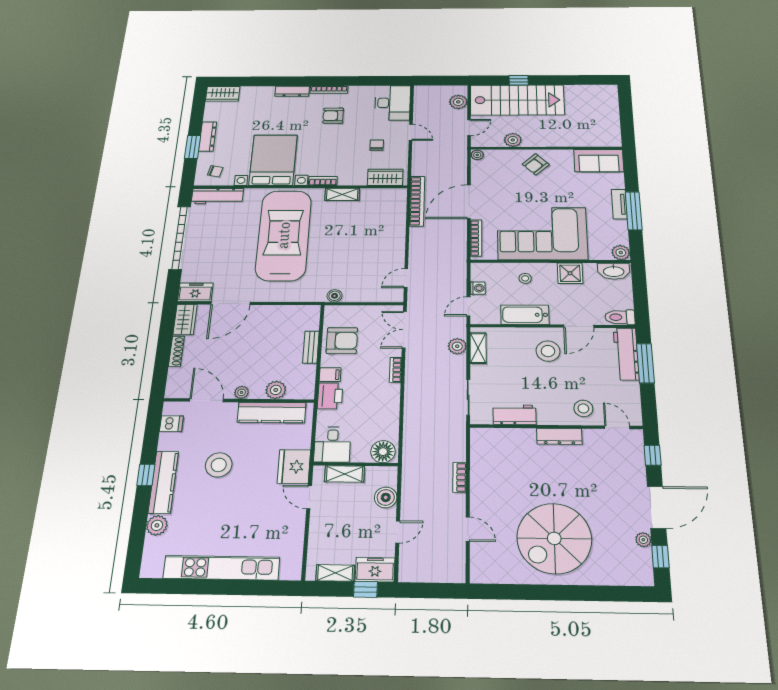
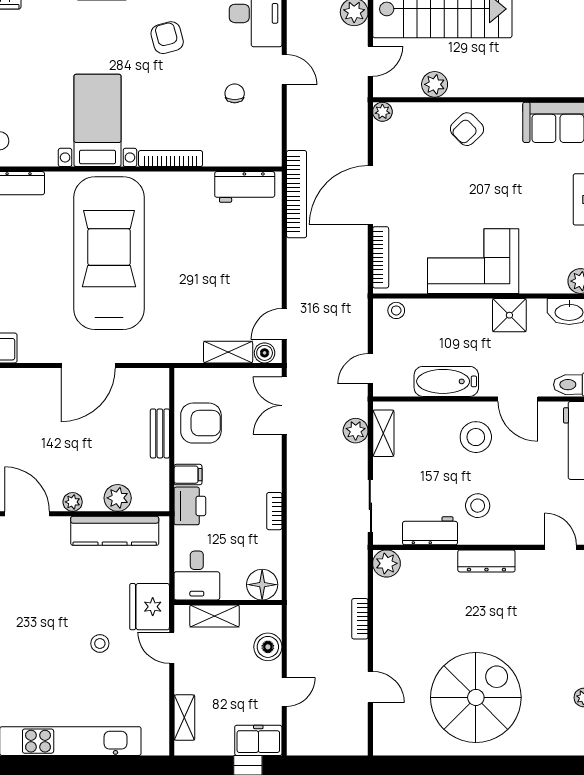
armchair: (333, 116) -> (167, 38), turned 75
bed with nightstands: (273, 160) -> (97, 120), width x0.73
wardrobe: (385, 177) -> (249, 152), removed
bookcase: (323, 181) -> (170, 159), width x1.56
shelving: (342, 194) -> (228, 352), moved
workbench: (381, 197) -> (245, 187), added
corner sofa: (542, 233) -> (473, 261), width x0.73, depth x0.74
stool: (525, 278) -> (396, 310), moved
washing machine: (478, 288) -> (383, 340), removed
boiler: (335, 296) -> (265, 353), moved
door: (231, 303) -> (88, 365), moved
door: (579, 326) -> (518, 399), hinge flipped
bookcase: (395, 370) -> (274, 511), moved
stool: (583, 408) -> (478, 506), moved
plant: (481, 437) -> (386, 563), added
stool: (219, 465) -> (100, 643), moved, width x0.53, depth x0.53
spiral stairs: (554, 538) -> (476, 697), turned 180
shelving: (335, 573) -> (184, 718), moved, turned 90

